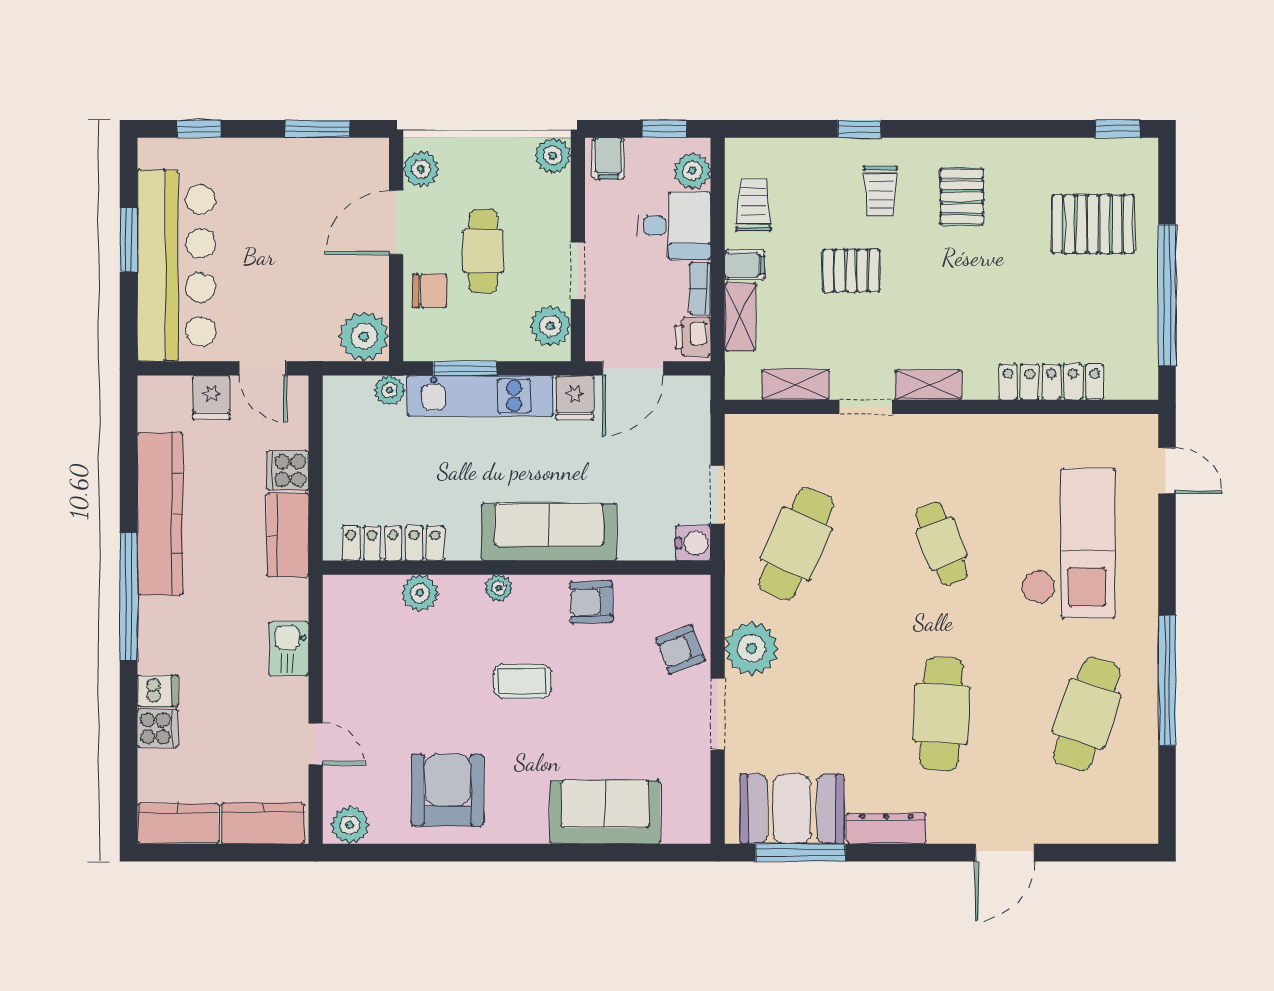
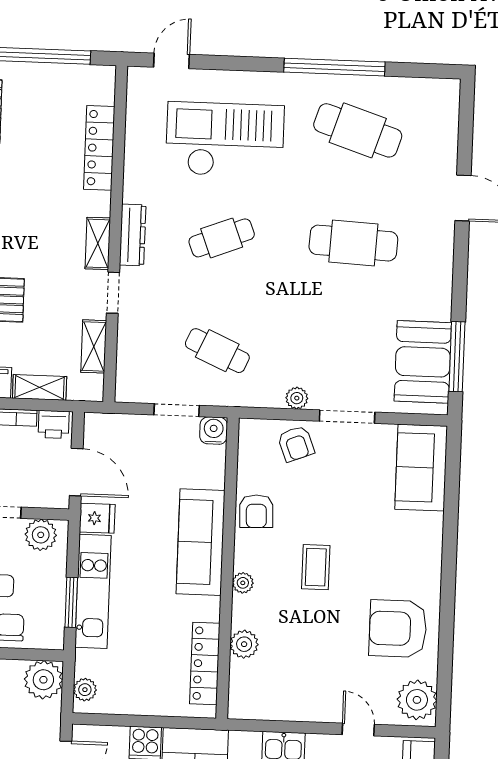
plant: (389, 390) -> (85, 690), moved
cafe table: (796, 544) -> (217, 351), width x0.73, depth x0.74
plant: (752, 648) -> (297, 398), width x0.53, depth x0.53
door: (316, 744) -> (358, 729), hinge flipped
sofa: (605, 812) -> (421, 468), moved
plant: (350, 825) -> (417, 700), width x1.36, depth x1.36
dresser: (886, 828) -> (133, 235), moved, turned 180

